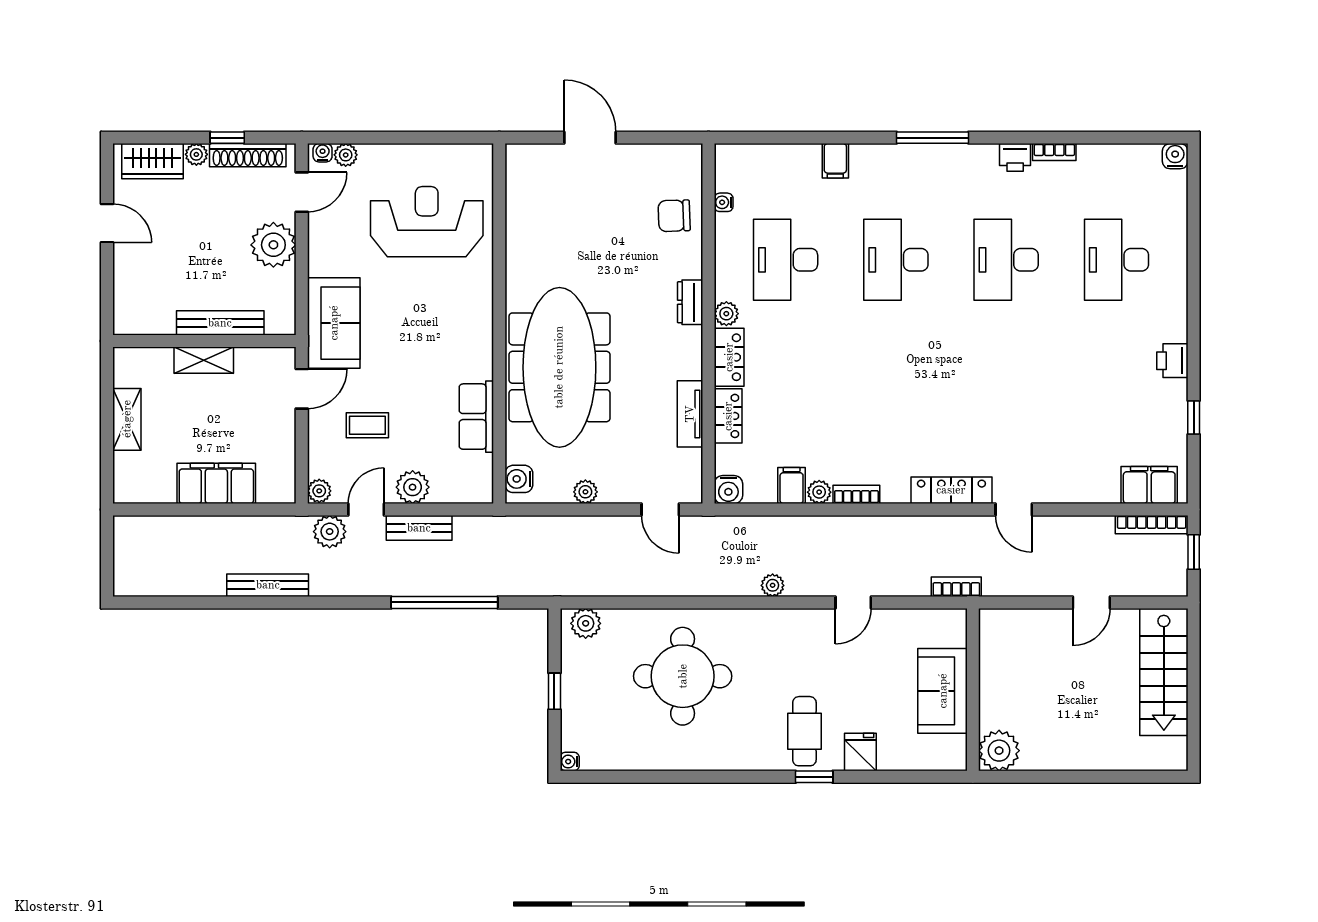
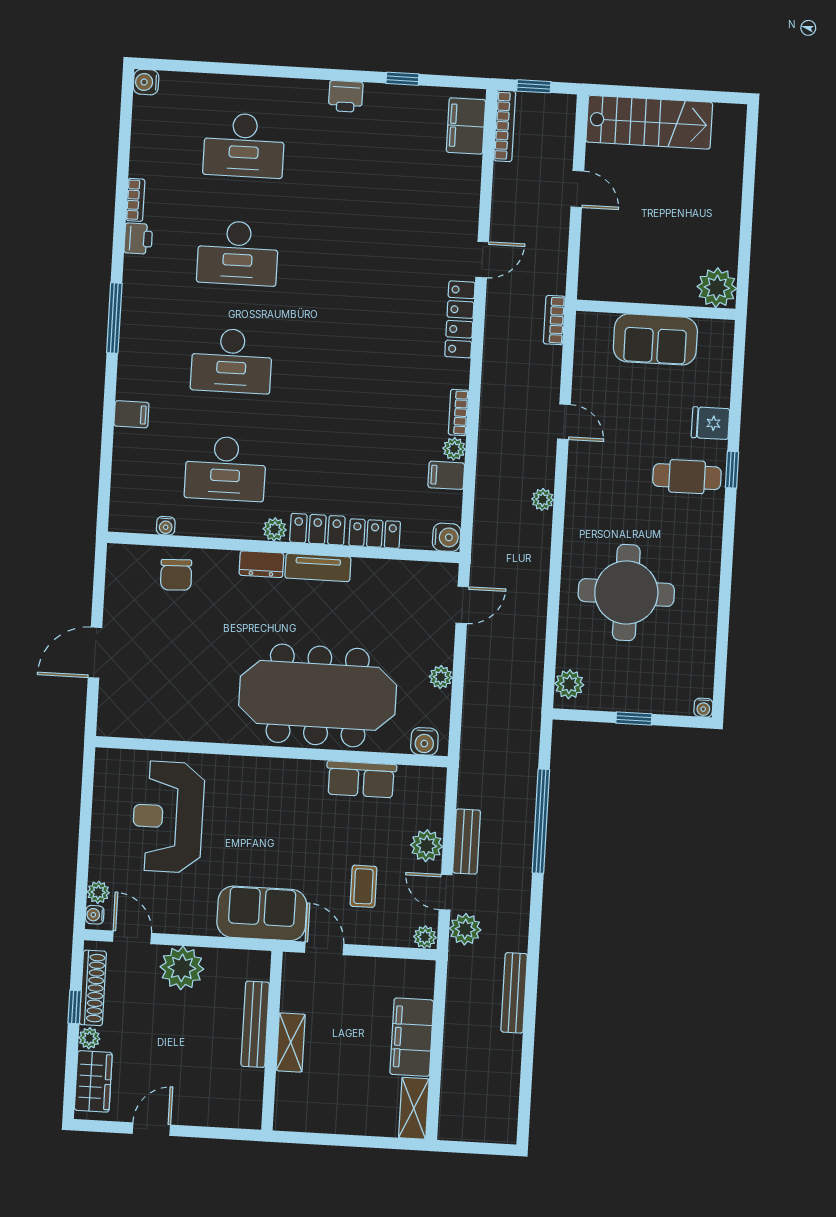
tv unit: (690, 414) -> (318, 568), moved
shelving: (127, 419) -> (414, 1108), moved, turned 90

